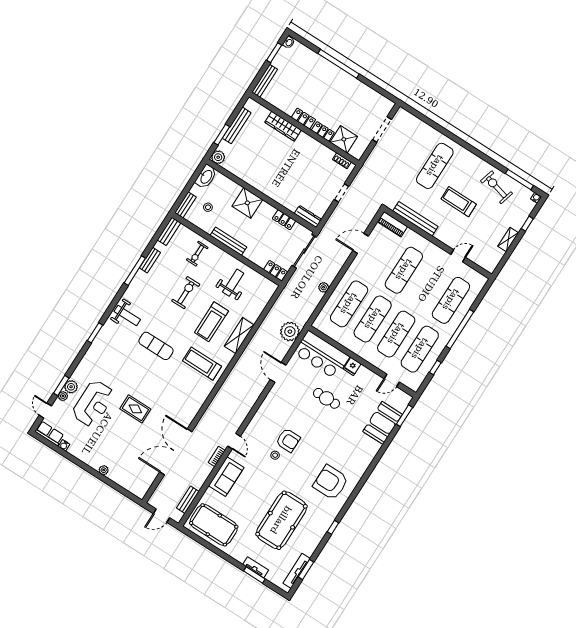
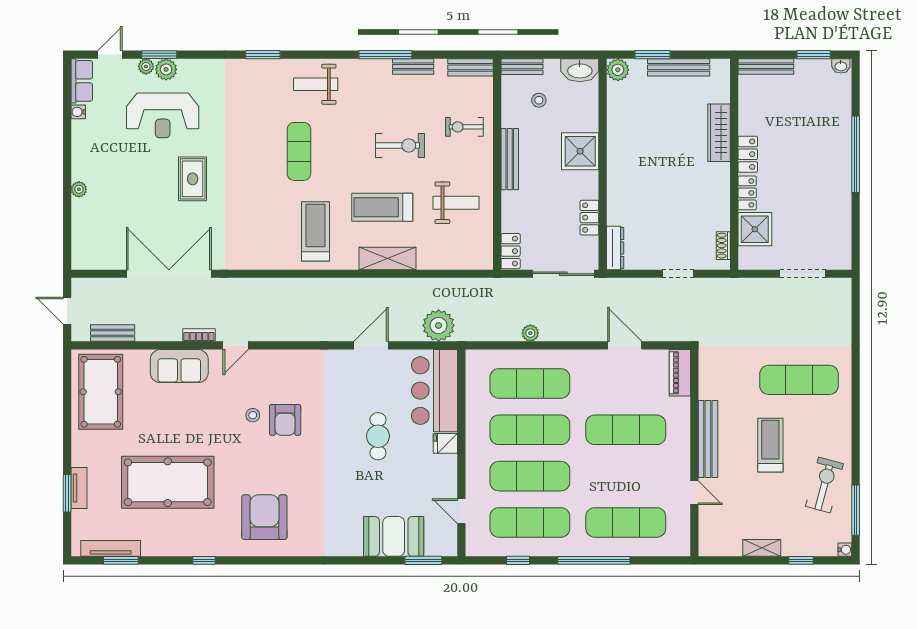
bench: (415, 219) -> (708, 439), moved
weight bench: (127, 316) -> (316, 84), turned 90

